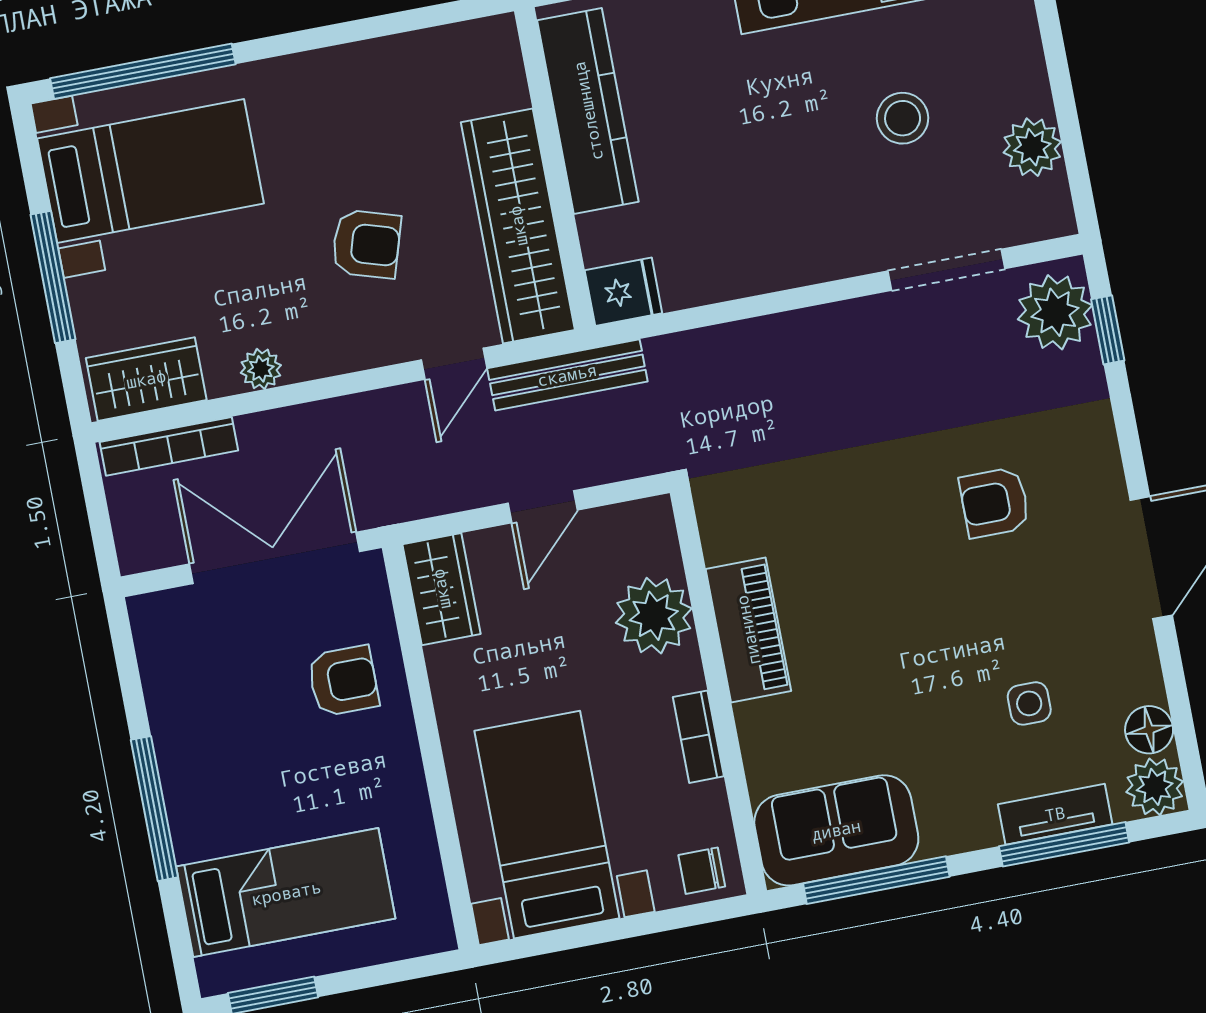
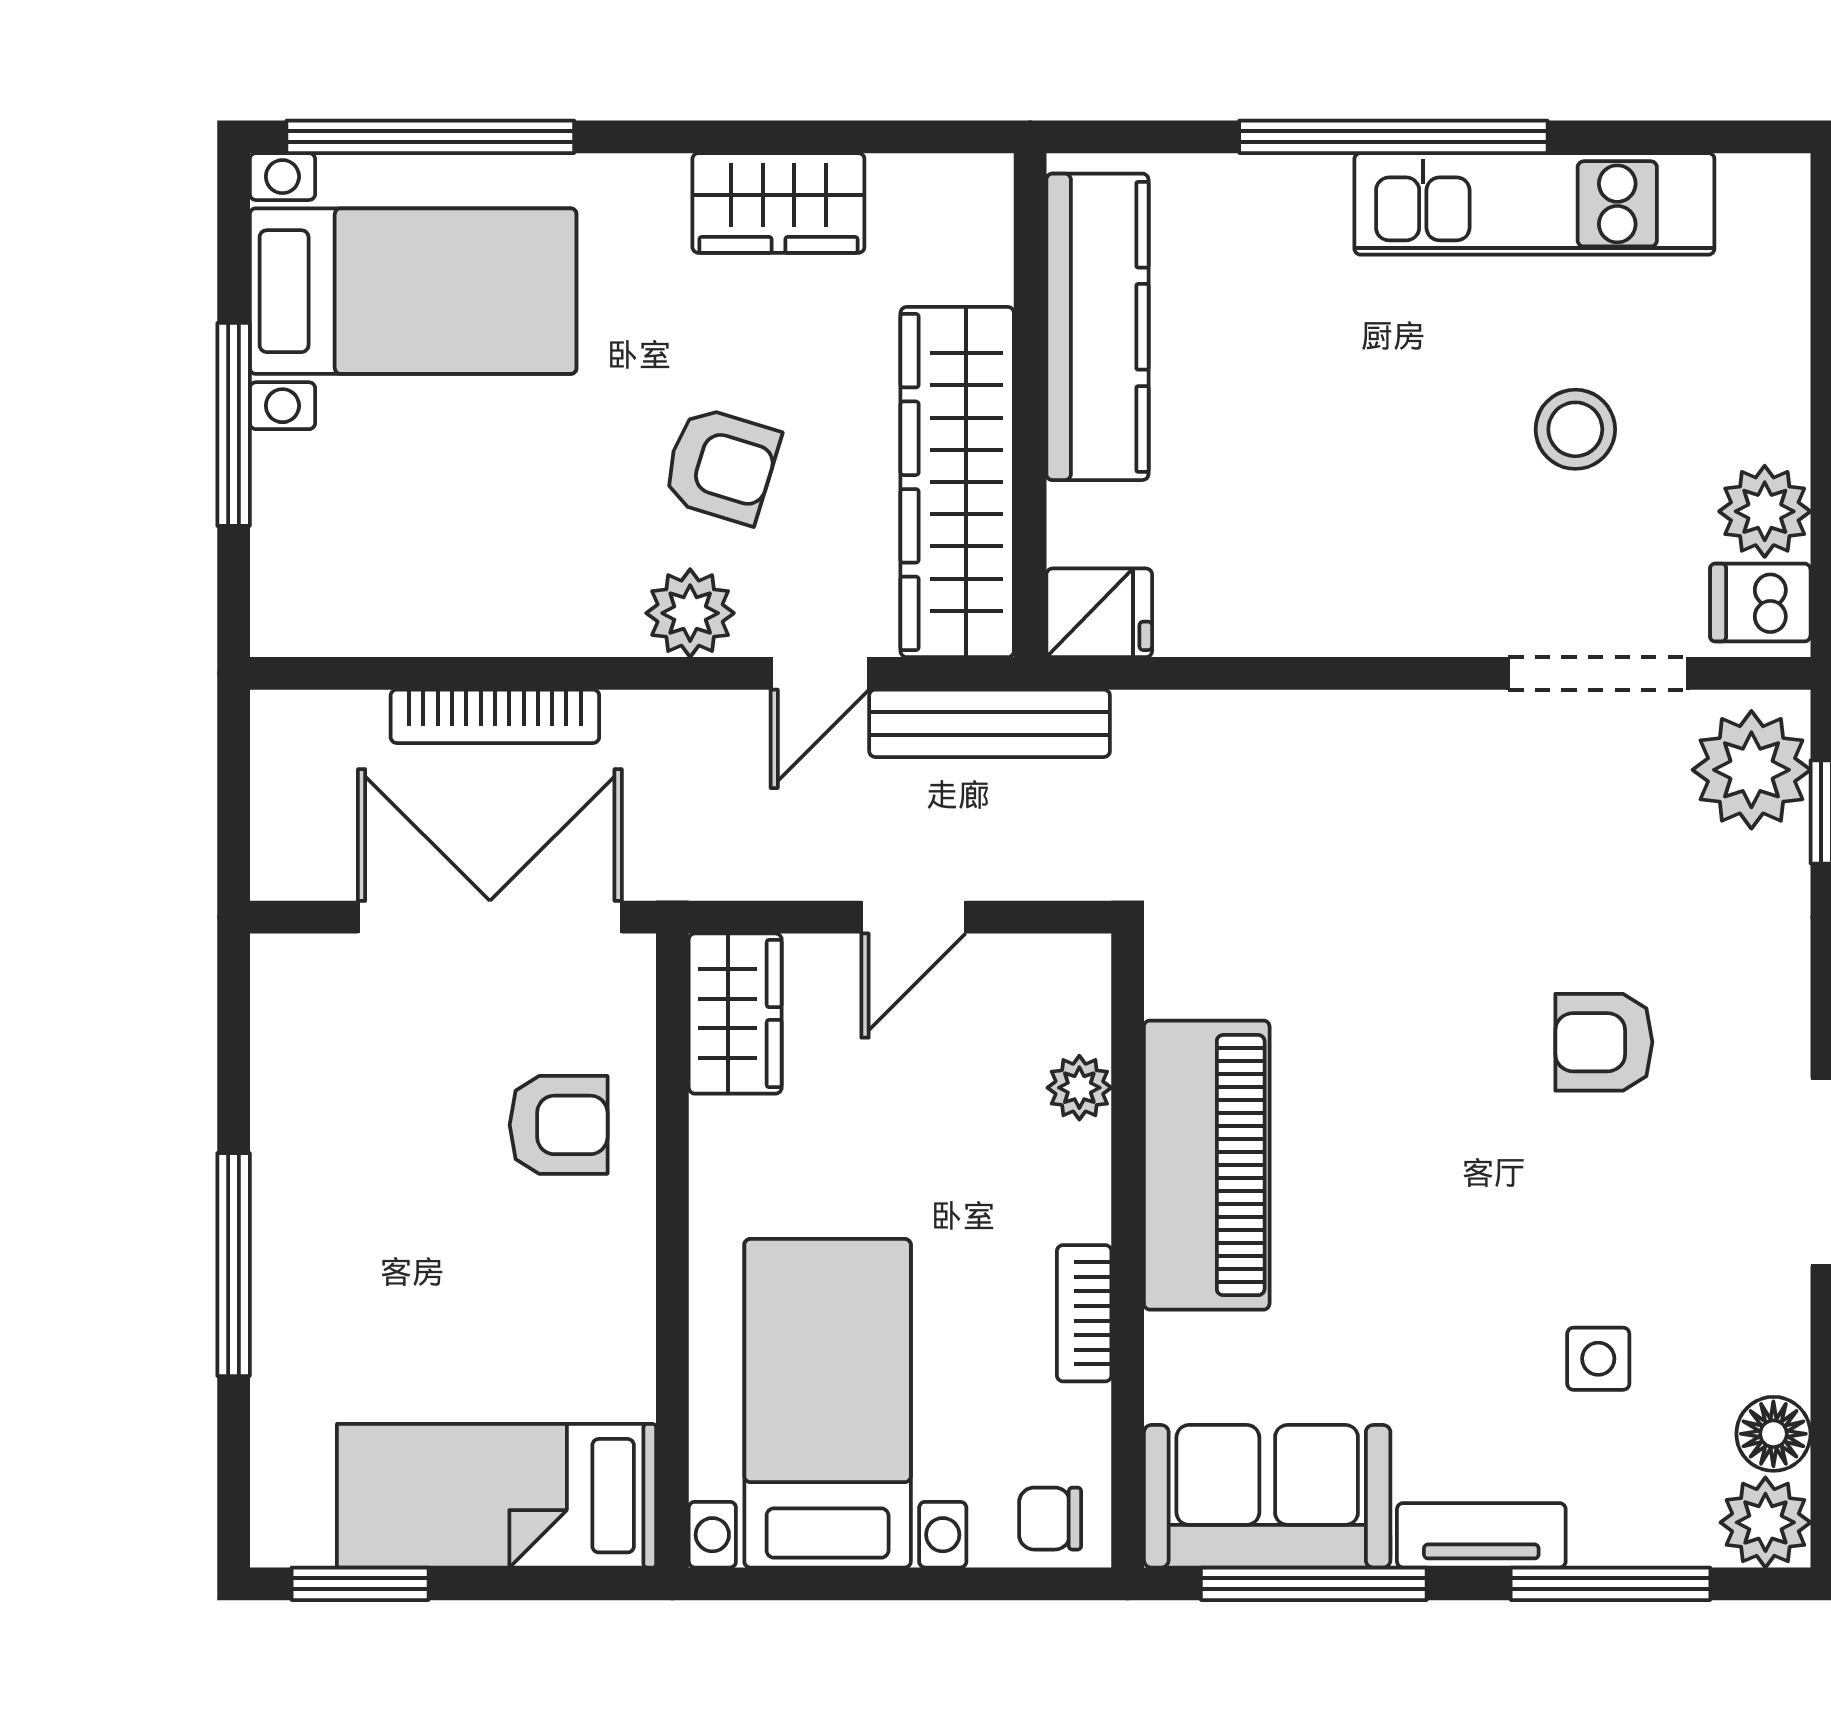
dishwasher: (1040, 205) -> (1760, 603), added
plant: (261, 369) -> (690, 613), moved, width x1.38, depth x1.38
wardrobe: (146, 379) -> (778, 203), moved, turned 180
bookcase: (169, 446) -> (495, 716), moved
plant: (654, 616) -> (1079, 1088), width x0.53, depth x0.53
piano: (748, 630) -> (1207, 1165), width x1.37, depth x1.33
tv unit: (1055, 814) -> (1481, 1535), moved
bed: (286, 893) -> (497, 1496), moved, turned 180

